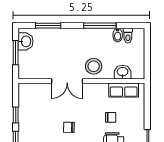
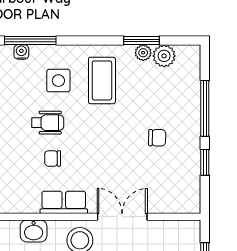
row of seats: (124, 90) -> (64, 202), moved
chair: (69, 127) -> (157, 138), moved

